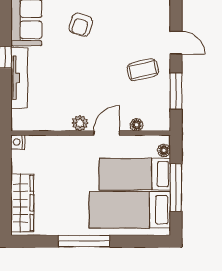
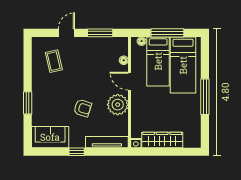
armchair: (81, 25) -> (83, 108), moved
coffee table: (143, 70) -> (54, 61), moved
tv unit: (19, 78) -> (107, 142), moved
plant: (80, 123) -> (118, 105), width x1.88, depth x1.88
wardrobe: (22, 203) -> (162, 140), moved

